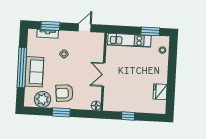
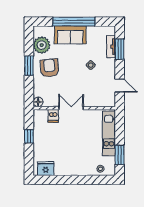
dishwasher: (110, 92) -> (53, 116), added
fridge: (160, 92) -> (46, 169), moved

